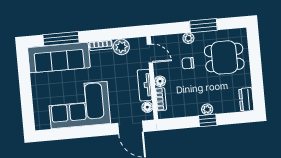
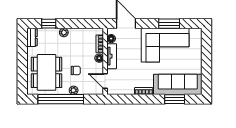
window: (203, 26) -> (61, 99), width x2.11
window: (61, 39) -> (175, 99), width x0.69
plant: (121, 47) -> (127, 88), removed
dining table: (224, 57) -> (47, 72), width x1.38
window: (208, 120) -> (49, 24), moved
window: (77, 132) -> (169, 24), added

